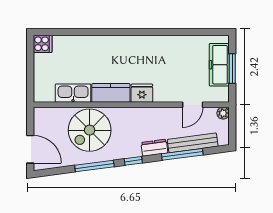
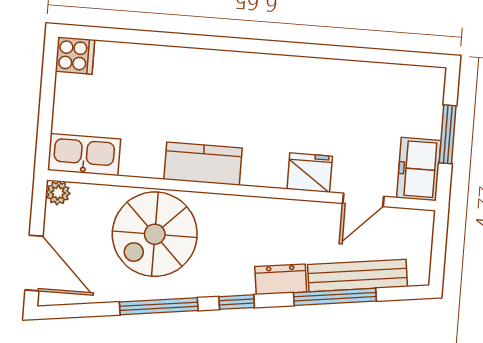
freezer: (219, 65) -> (419, 169), moved, width x0.71
kitchen sink: (73, 93) -> (84, 155), moved
fridge: (142, 93) -> (310, 173), moved
plant: (223, 113) -> (58, 193), moved

